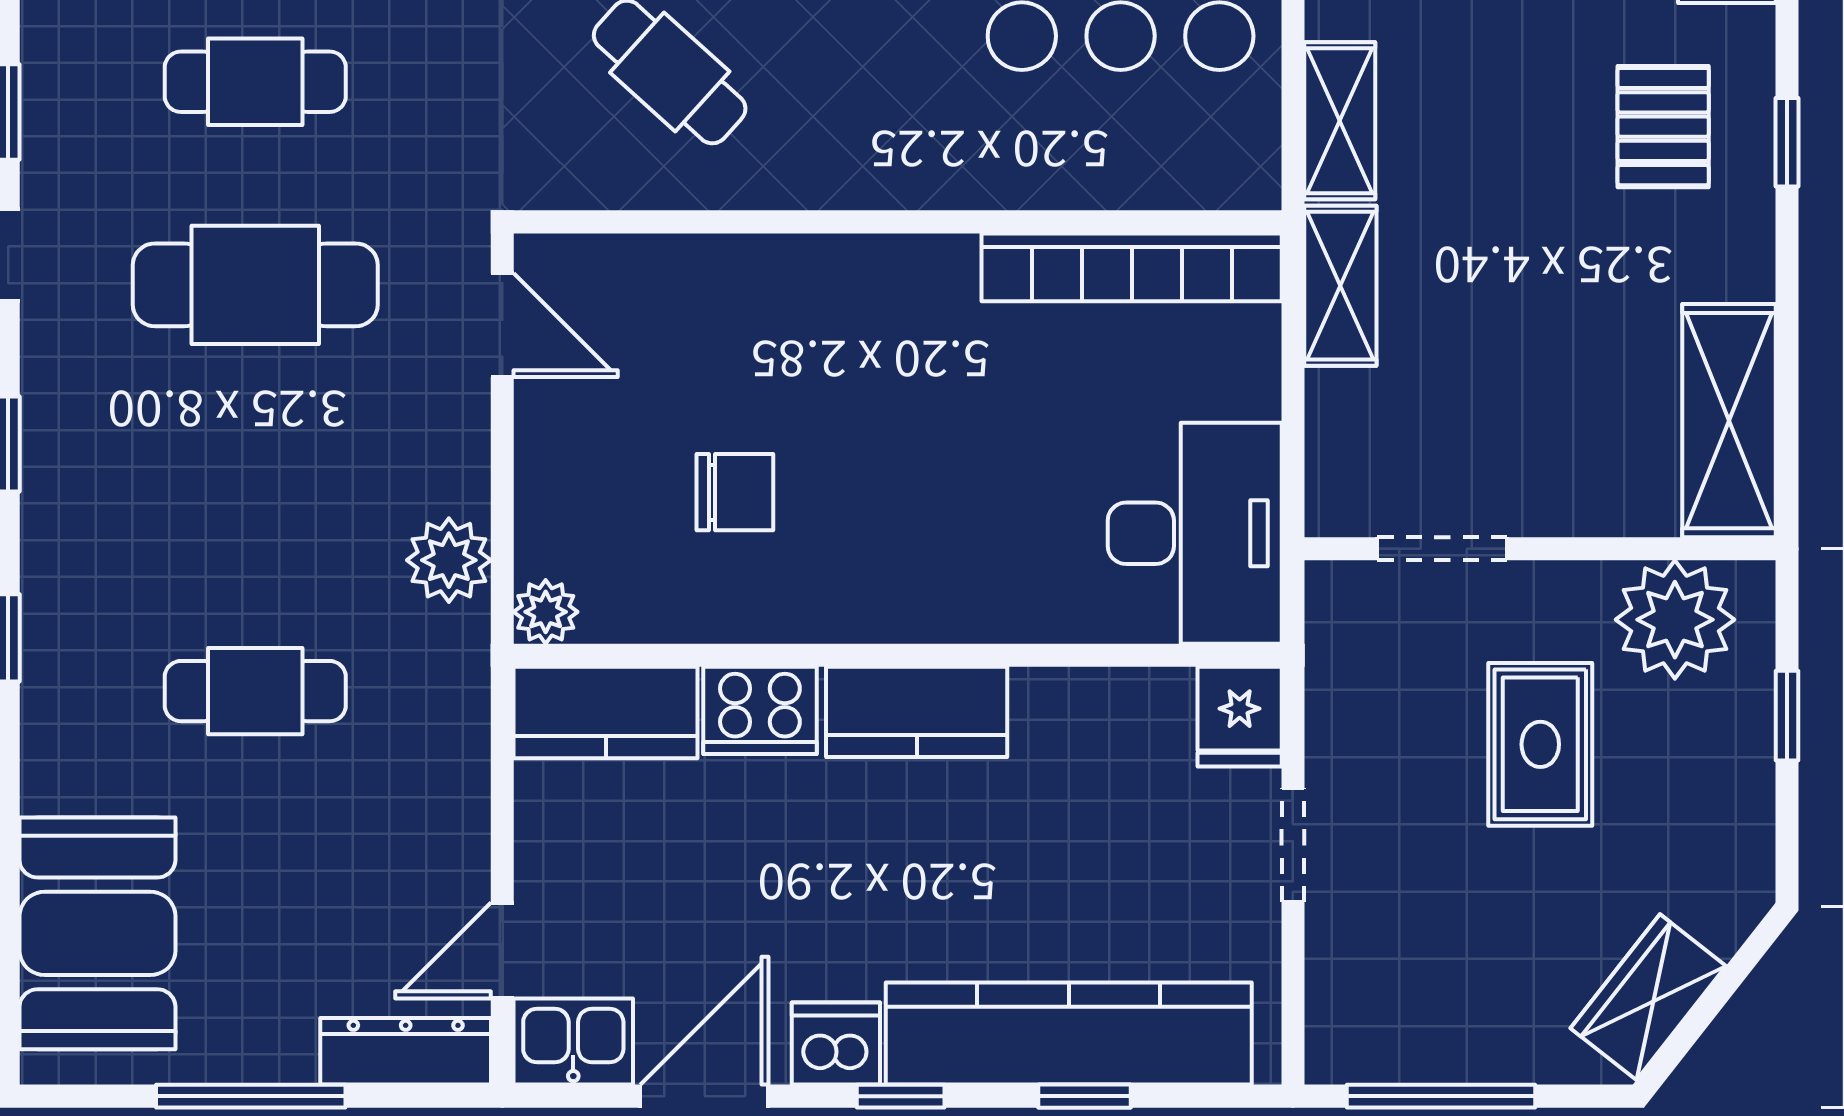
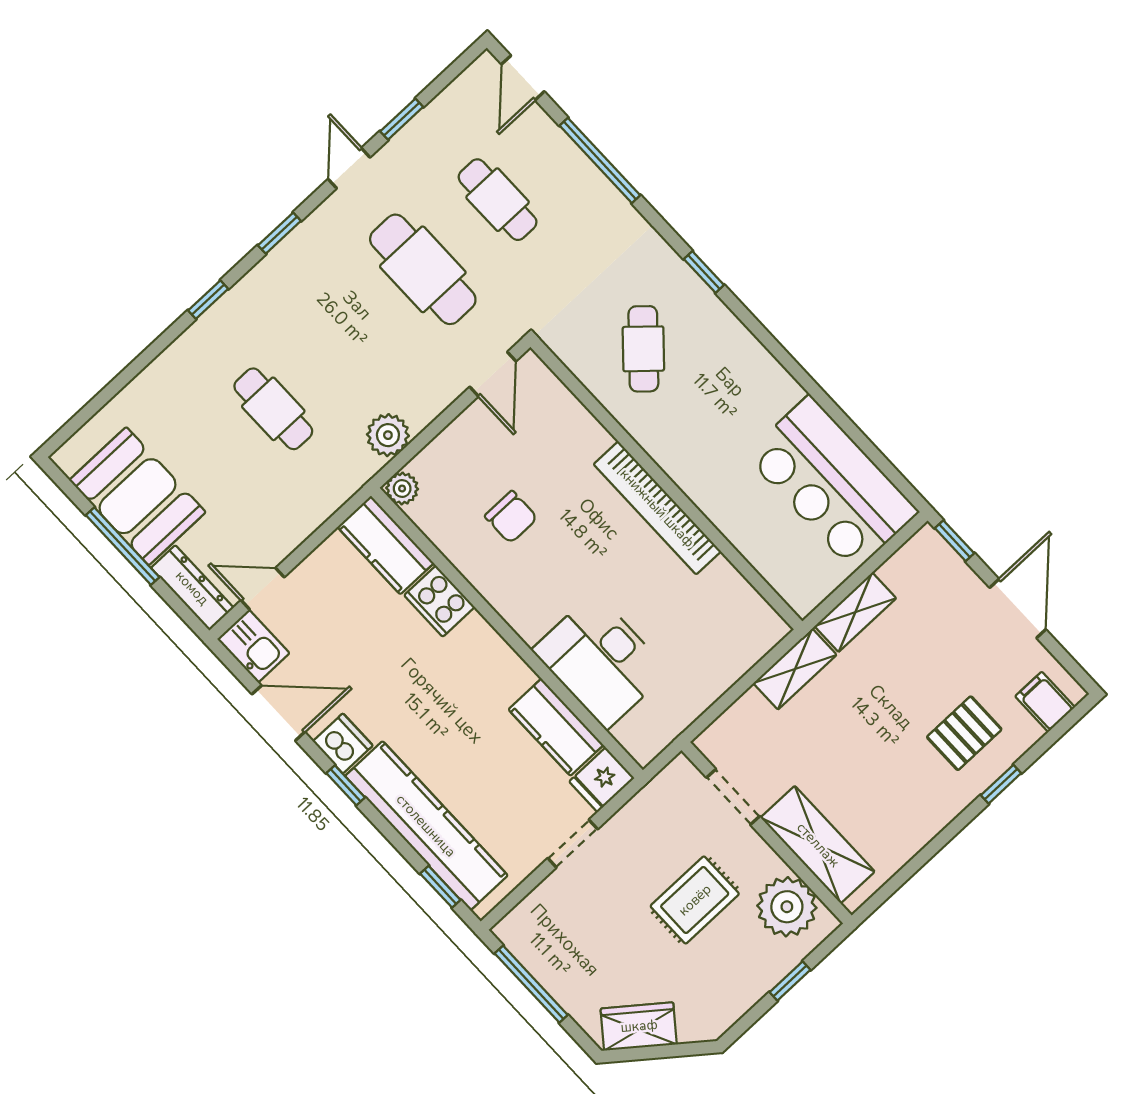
bookcase: (1132, 267) -> (657, 508), moved
shelving: (1729, 421) -> (818, 845), moved, turned 90
desk: (1195, 533) -> (600, 661), moved, turned 90
kitchen counter: (917, 712) -> (556, 727), moved
booth: (97, 933) -> (137, 496), moved, turned 90
window: (1084, 1096) -> (440, 887), moved

